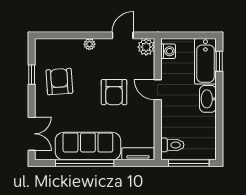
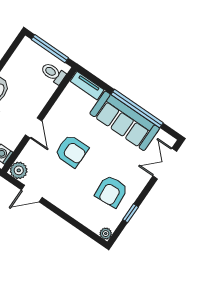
plant: (89, 44) -> (106, 234), moved
armchair: (114, 92) -> (72, 151), turned 90

